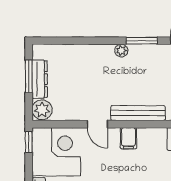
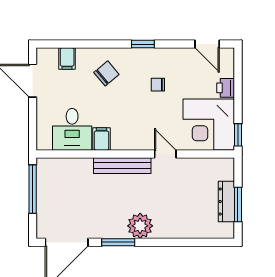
plant: (121, 51) -> (140, 226), width x1.88, depth x1.88
plant: (42, 110) -> (224, 169), removed
filing cabinet: (128, 138) -> (101, 139), moved

